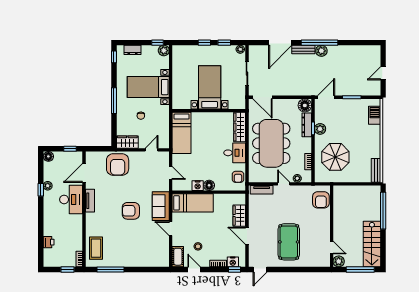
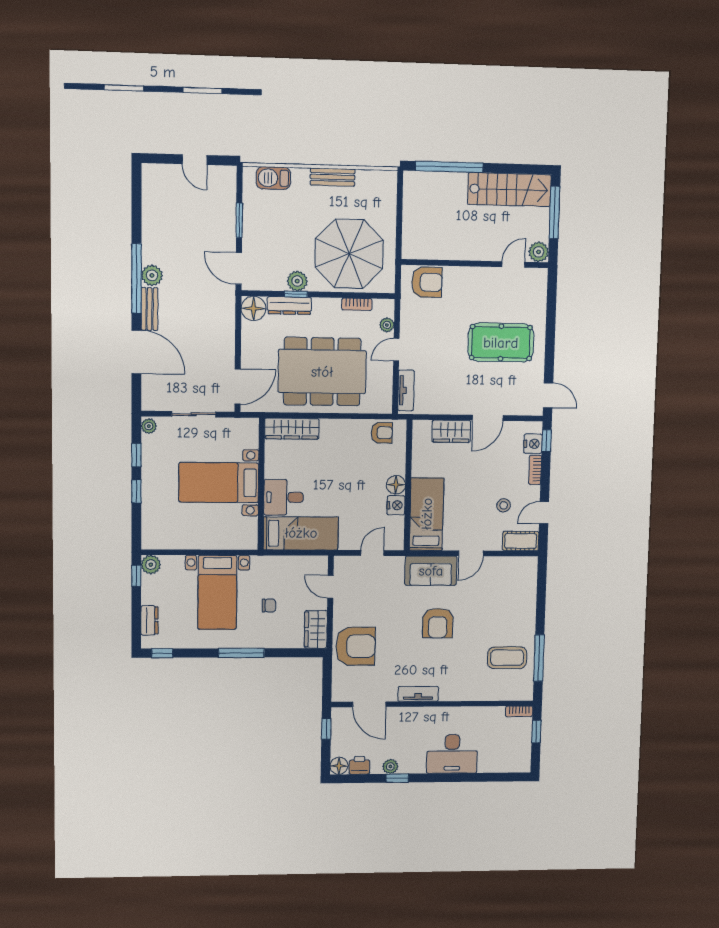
desk: (235, 153) -> (283, 497), moved, turned -90
parasol: (335, 157) -> (349, 254), width x1.36, depth x1.36
bench: (376, 170) -> (333, 177), moved
desk: (71, 199) -> (452, 754), moved, turned 180
printer: (49, 242) -> (359, 765), moved
coffee table: (96, 248) -> (507, 658), moved

